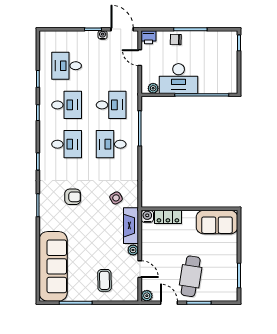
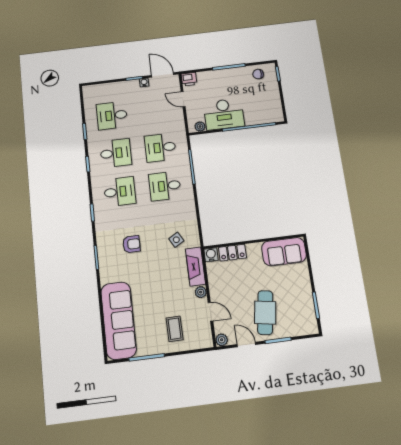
chair: (176, 40) -> (258, 74), moved
desk: (111, 105) -> (160, 148), turned 180

